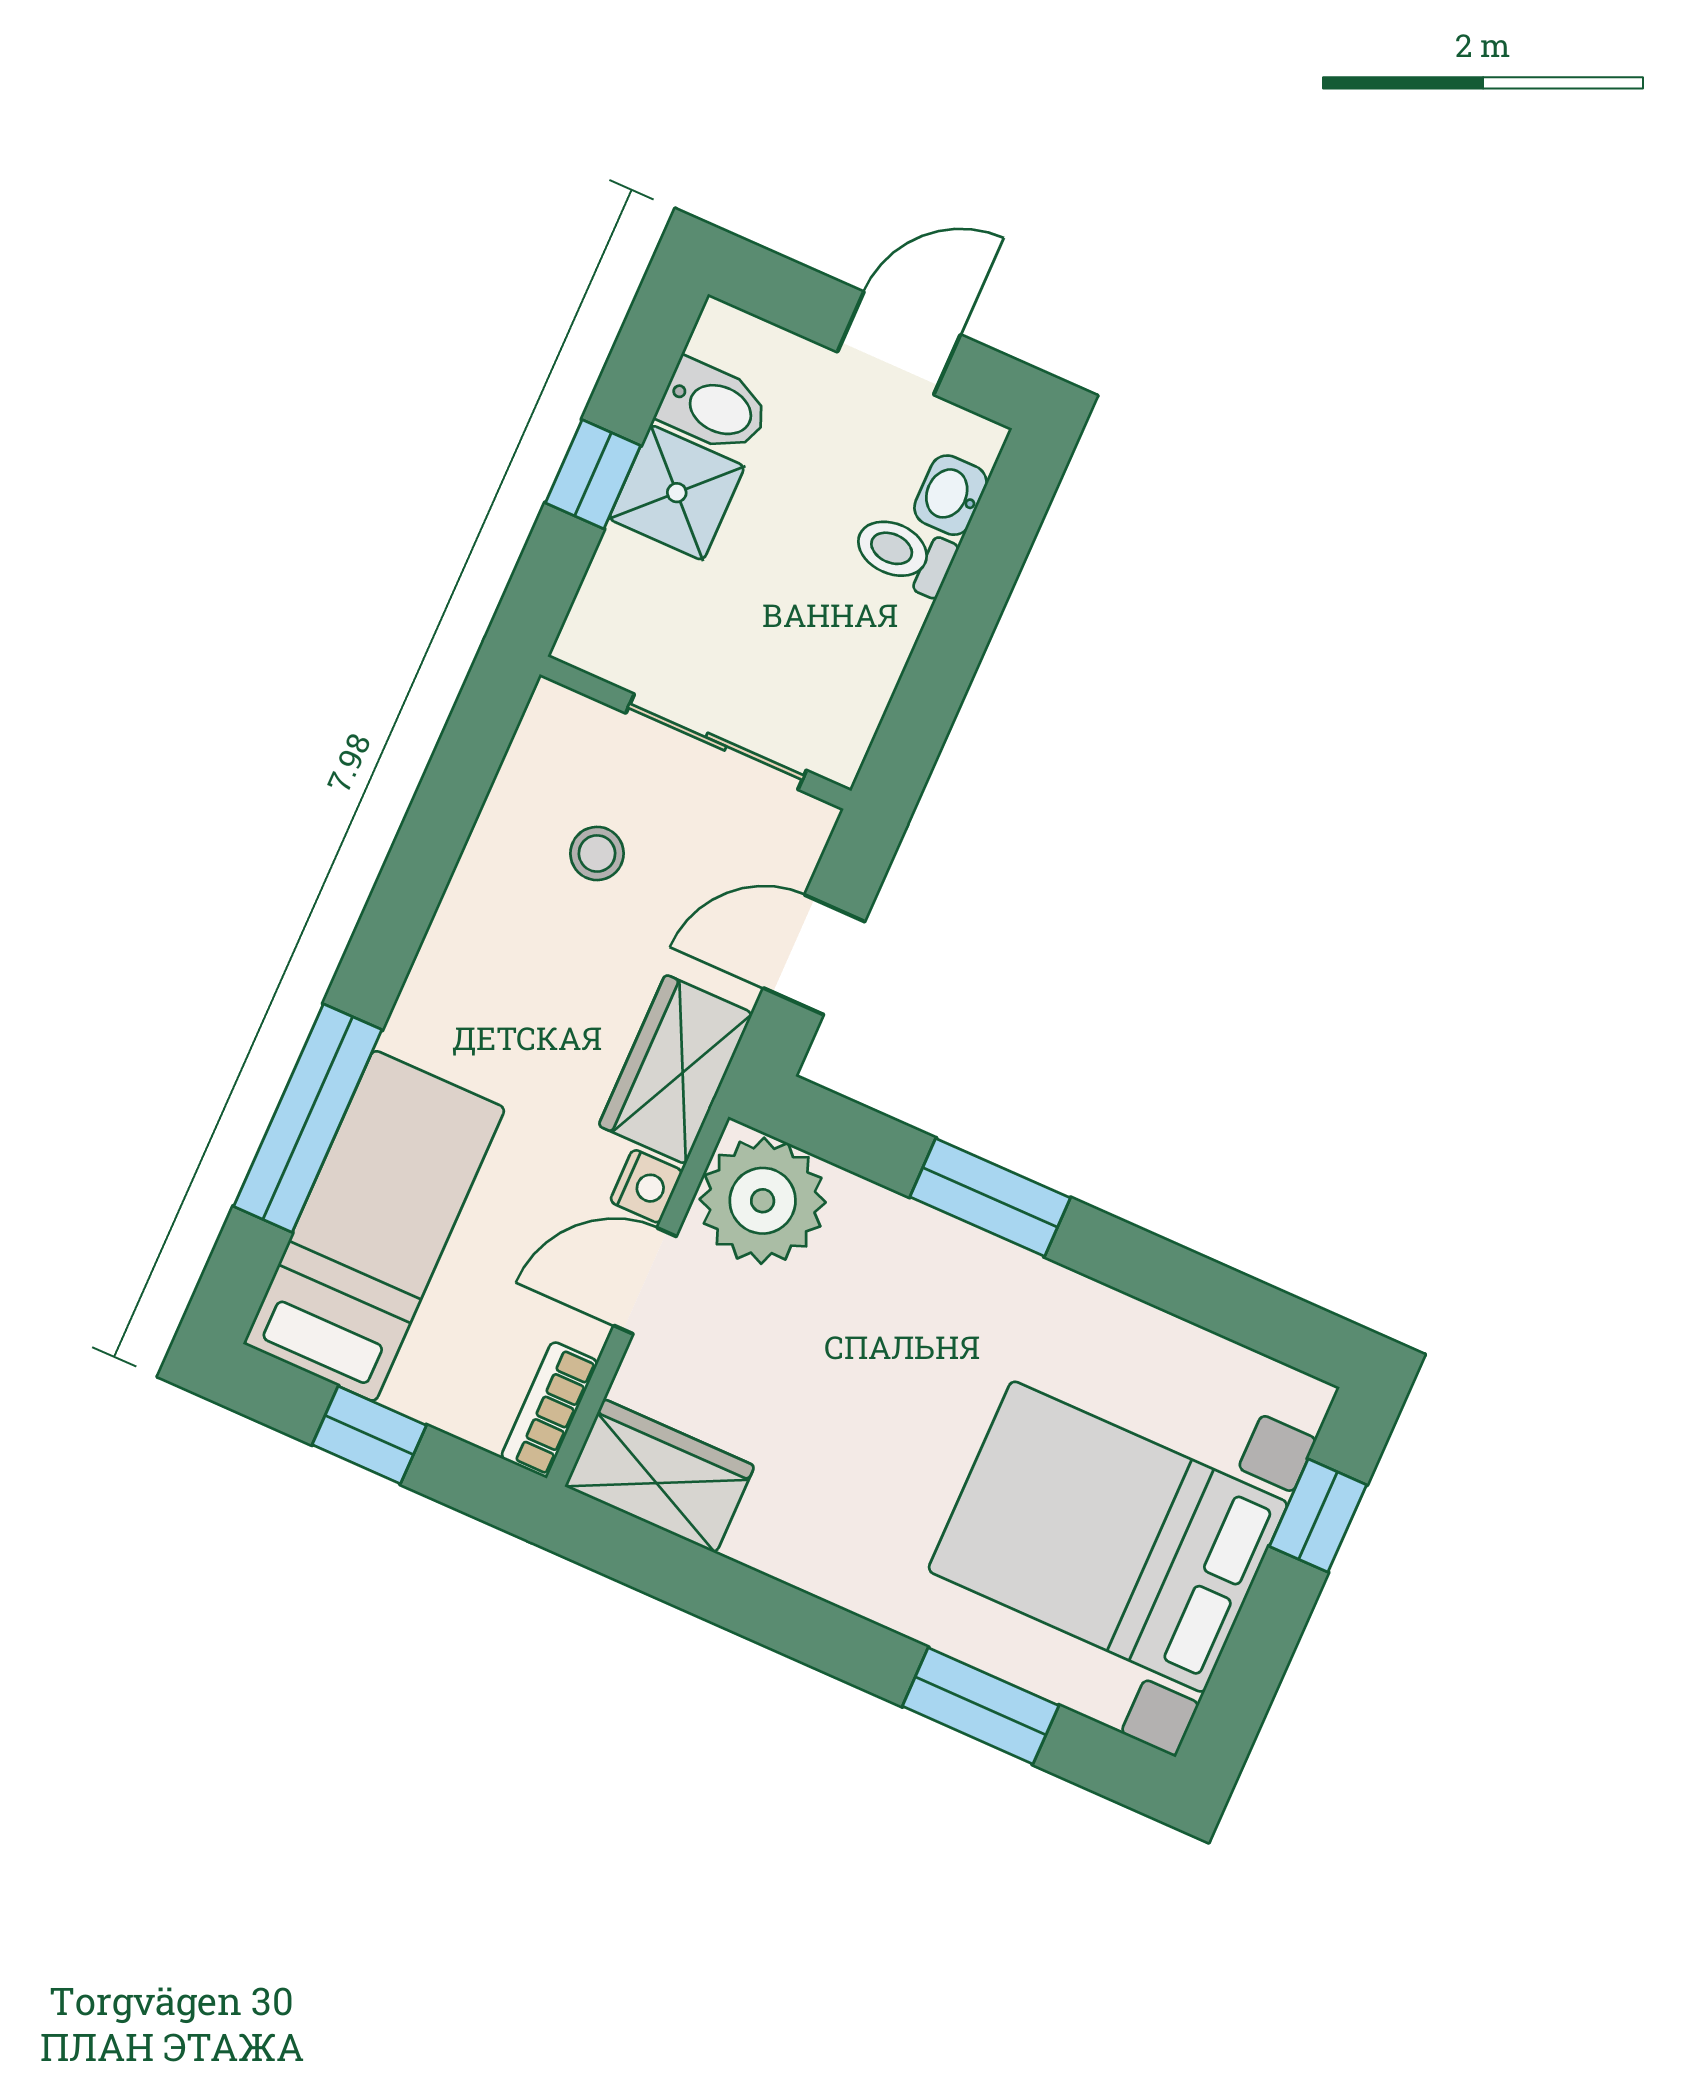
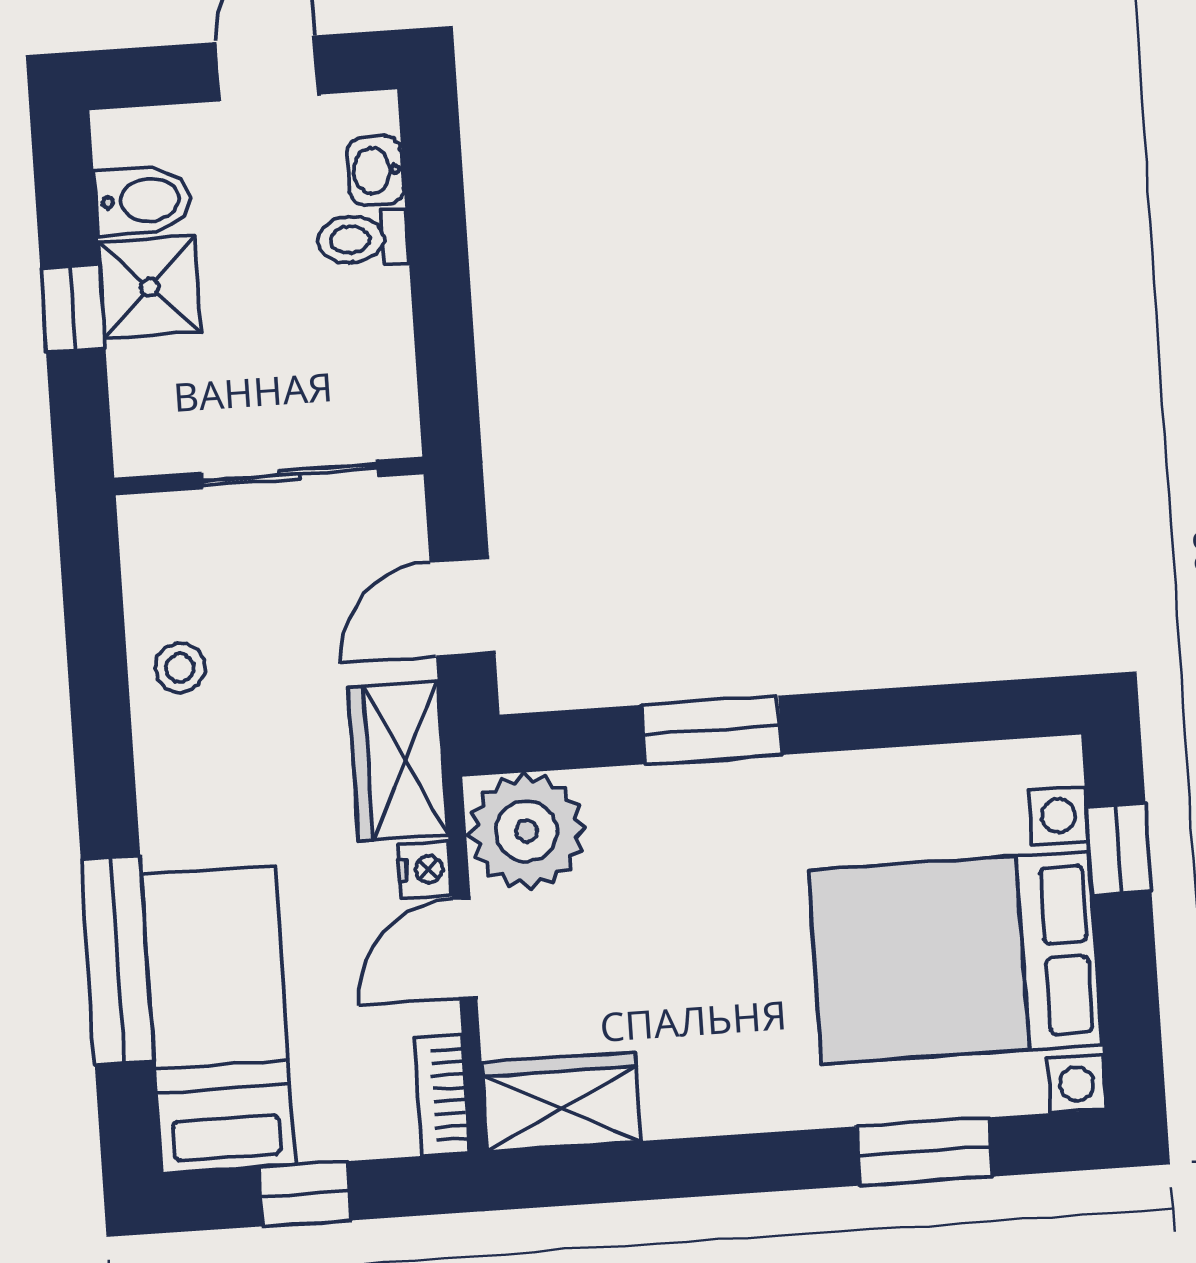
stool: (597, 853) -> (180, 668), moved

